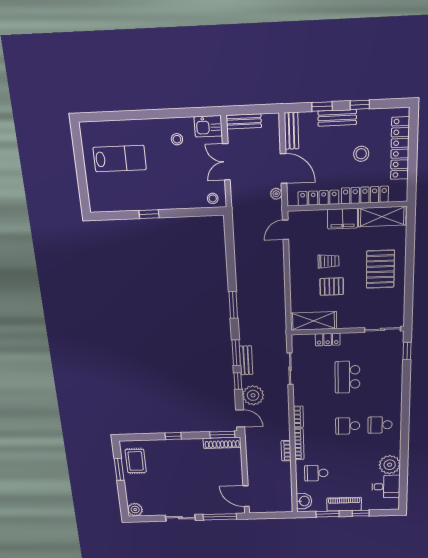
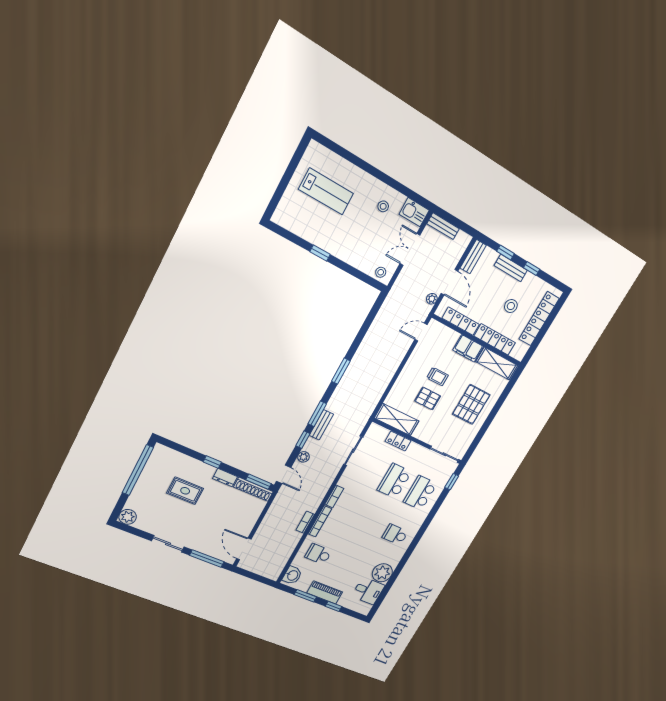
plant: (253, 395) -> (303, 457), width x0.53, depth x0.53
school desk: (348, 426) -> (420, 493), moved, width x1.85
dresser: (192, 444) -> (225, 478), added
rug: (136, 461) -> (185, 491), moved, turned 90
window: (119, 469) -> (138, 470), width x2.11

